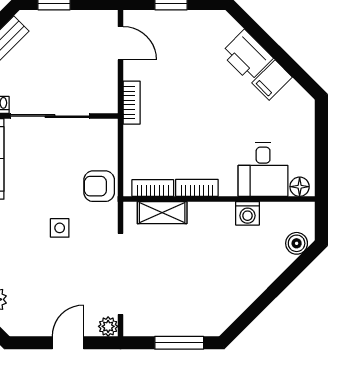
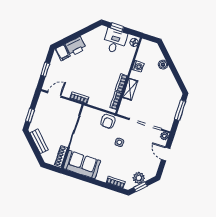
filing cabinet: (272, 80) -> (63, 53), moved
window: (321, 136) -> (117, 27), added
desk: (263, 170) -> (115, 41), moved, turned -90
shelving: (162, 213) -> (130, 89), moved
boiler: (297, 243) -> (163, 65), moved

